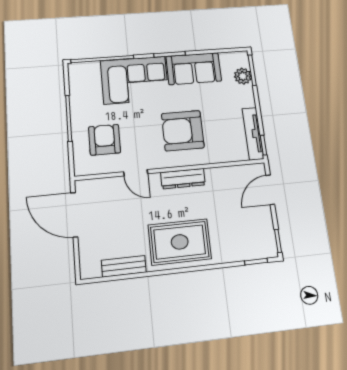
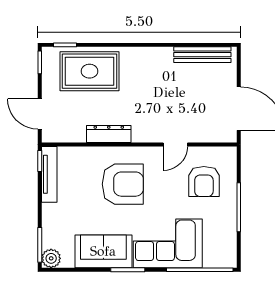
plant: (243, 76) -> (51, 258), moved
door: (136, 173) -> (175, 144), swing flipped
dresser: (183, 179) -> (109, 134), moved
door: (270, 190) -> (40, 114), swing flipped
rug: (180, 242) -> (89, 71), moved
bench: (124, 266) -> (202, 55), width x1.36

